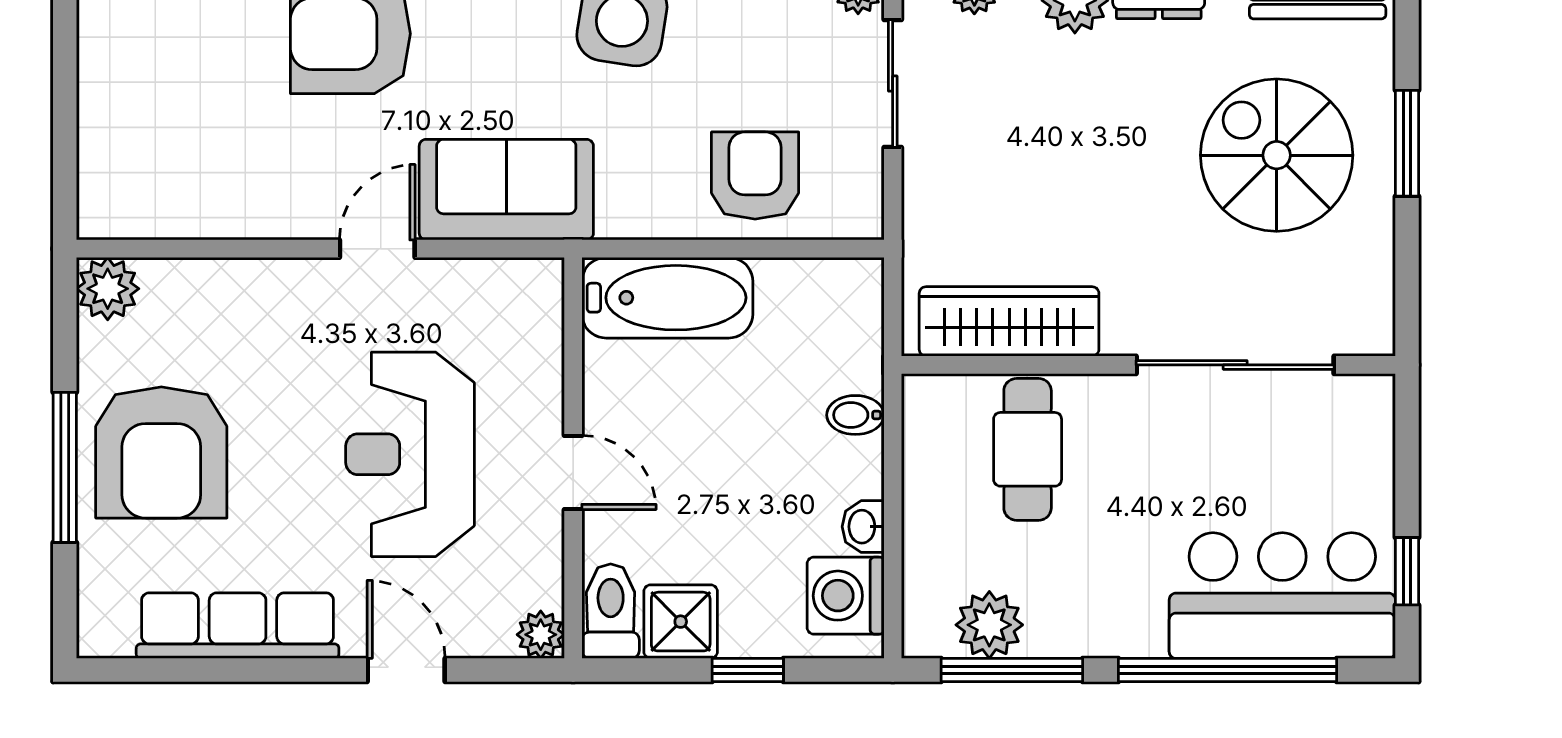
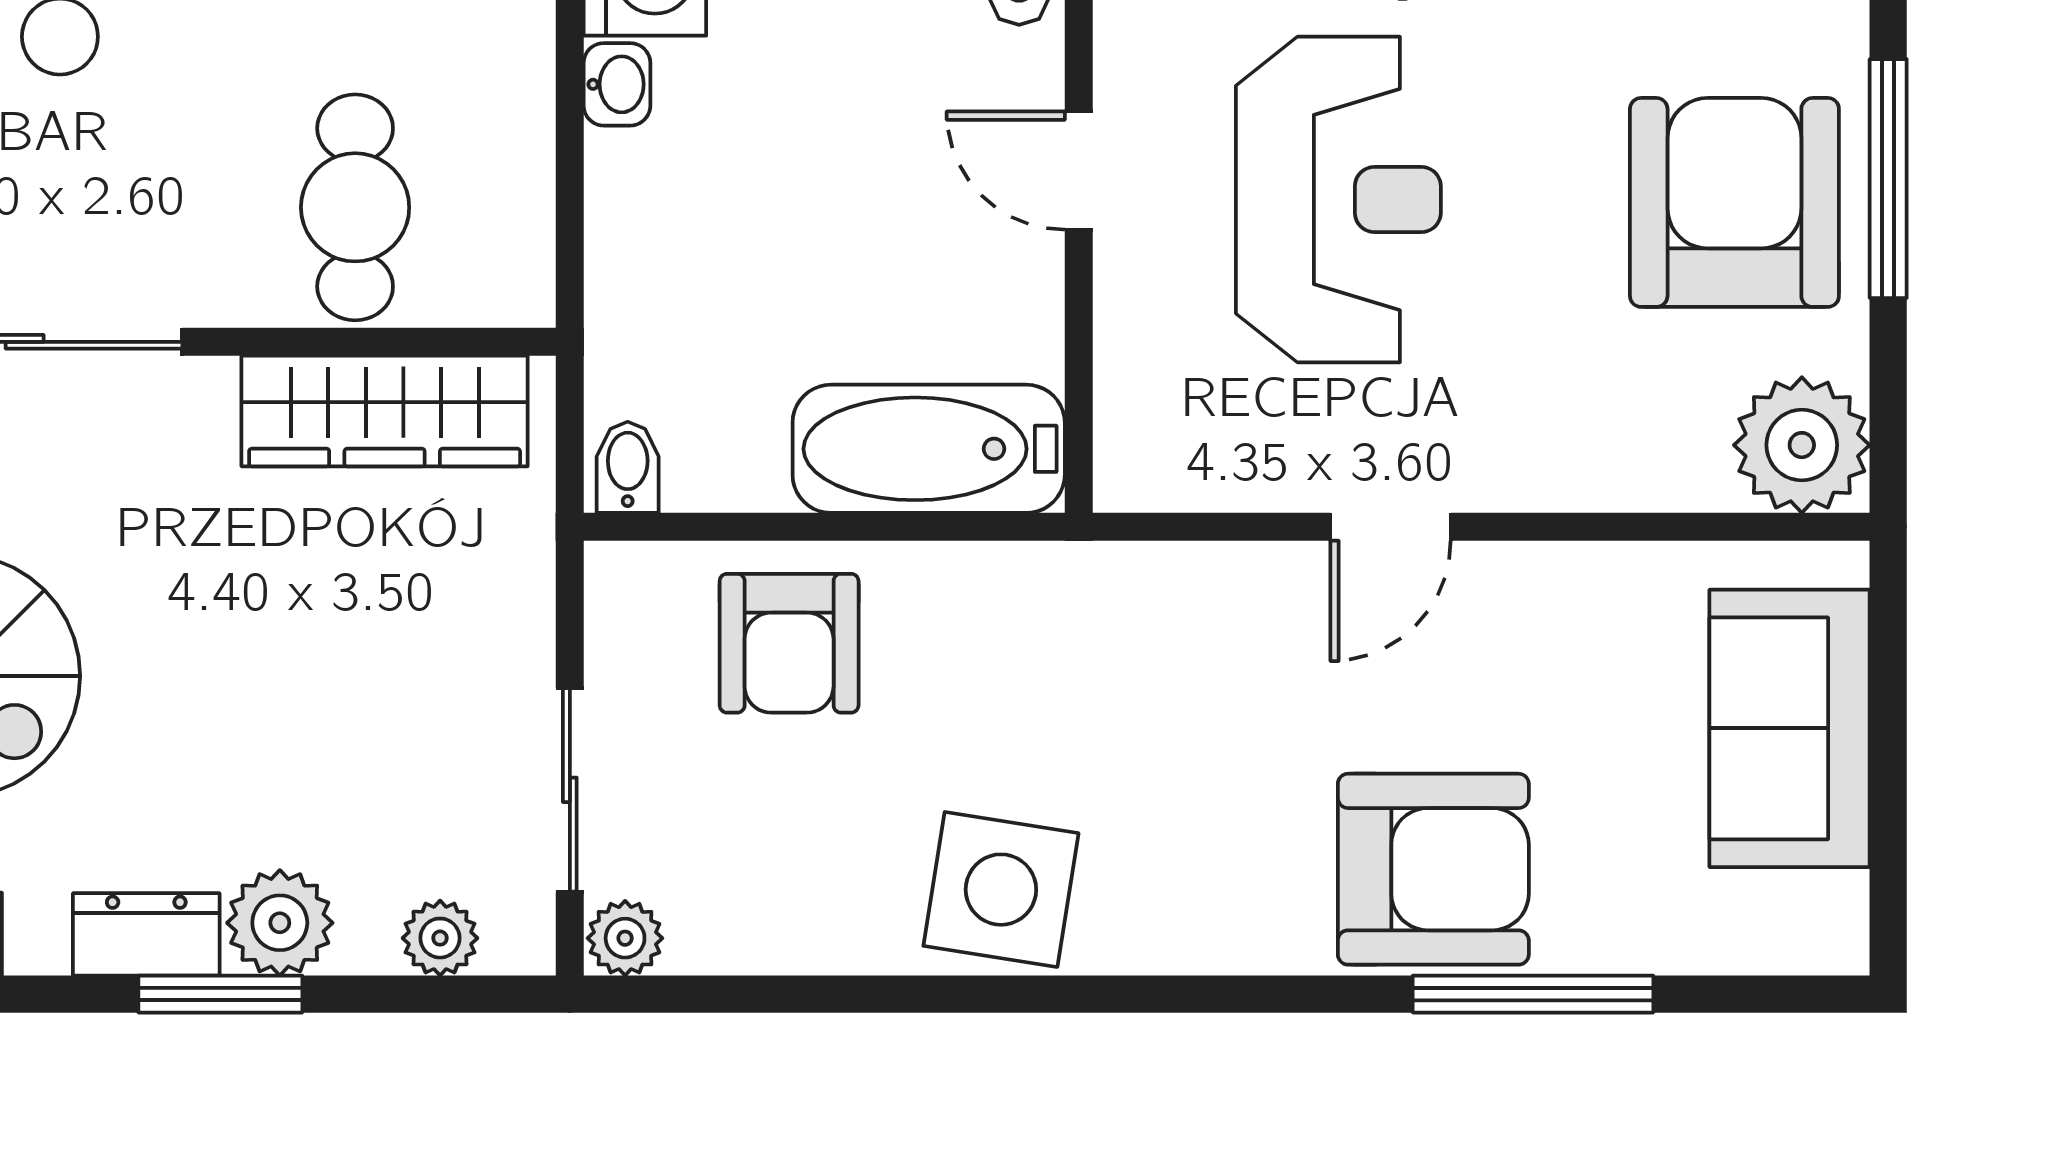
sofa: (506, 190) -> (1790, 728), moved, turned 90
plant: (108, 289) -> (1802, 445), width x1.36, depth x1.36
bidet: (855, 415) -> (628, 467), moved, turned -90

